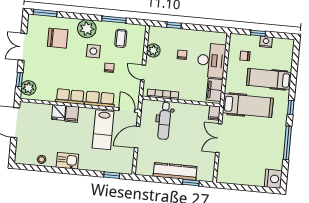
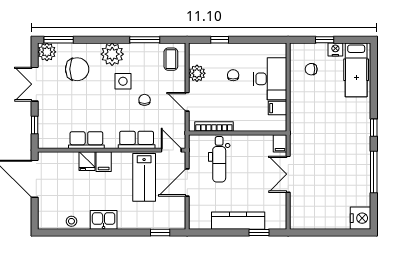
coffee table: (121, 38) -> (171, 59), moved
hospital bed: (269, 79) -> (356, 70), moved, turned -90
plant: (28, 88) -> (47, 52), moved
filing cabinet: (215, 90) -> (277, 108), width x0.50
row of seats: (70, 97) -> (86, 140), moved
hospital bed: (248, 106) -> (320, 130), removed

